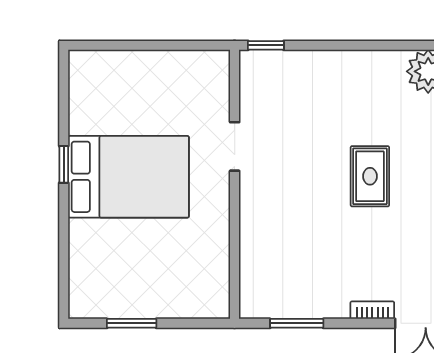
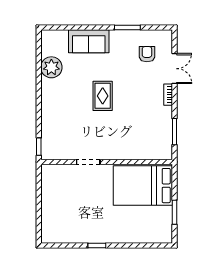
rug: (370, 176) -> (103, 96), turned 90
bed: (128, 177) -> (143, 186), moved, turned -90

